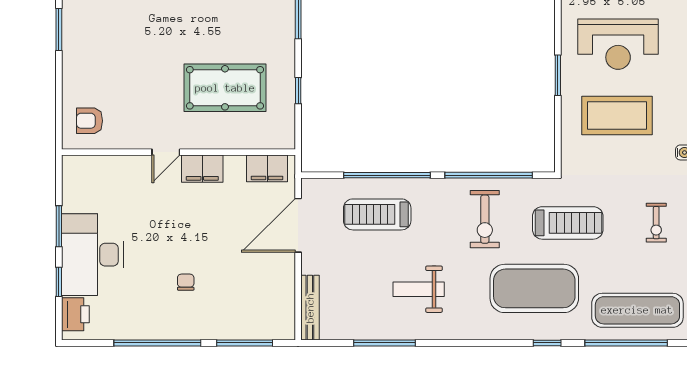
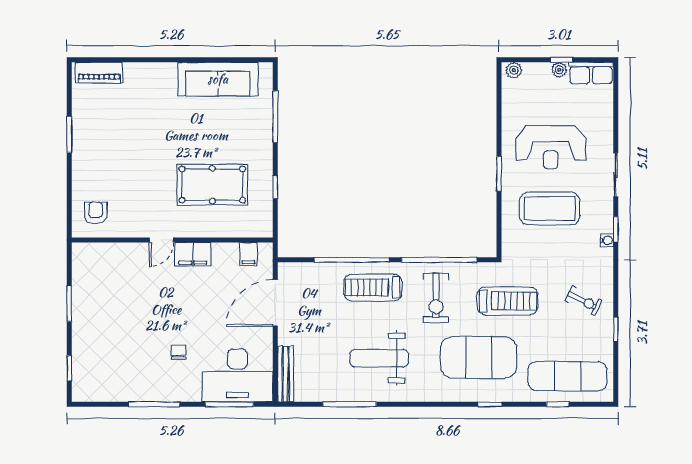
armchair: (89, 121) -> (96, 213), turned 90
filing cabinet: (267, 168) -> (248, 254), width x0.50
treadmill: (377, 214) -> (373, 288), moved
exercise bike: (656, 223) -> (584, 301), turned -63
desk: (92, 255) -> (237, 376), moved, turned -90
window: (59, 282) -> (69, 368), moved
weight bench: (419, 289) -> (379, 358), width x1.36, depth x1.33
printer: (75, 314) -> (83, 380), removed
window: (157, 343) -> (154, 404), width x0.68
window: (626, 343) -> (558, 404), width x0.32

